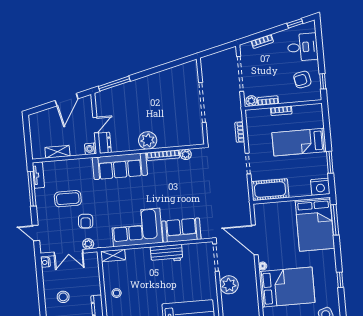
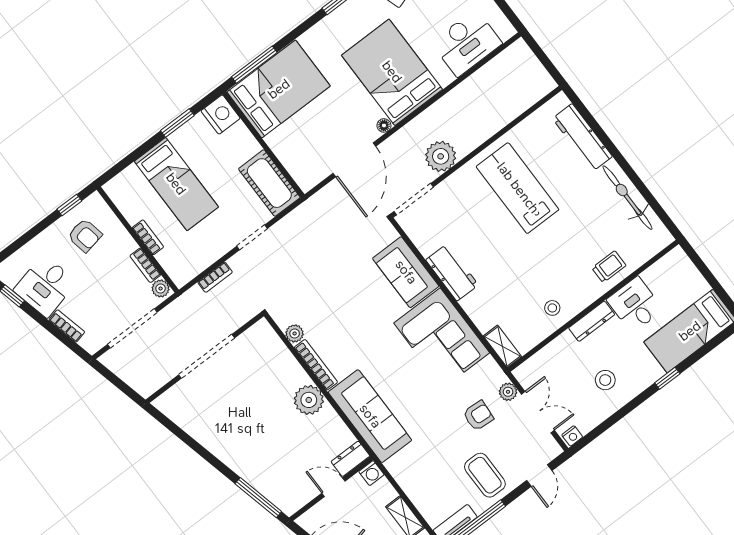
desk: (303, 47) -> (45, 286), moved, turned -103
coffee table: (68, 199) -> (485, 475), moved

